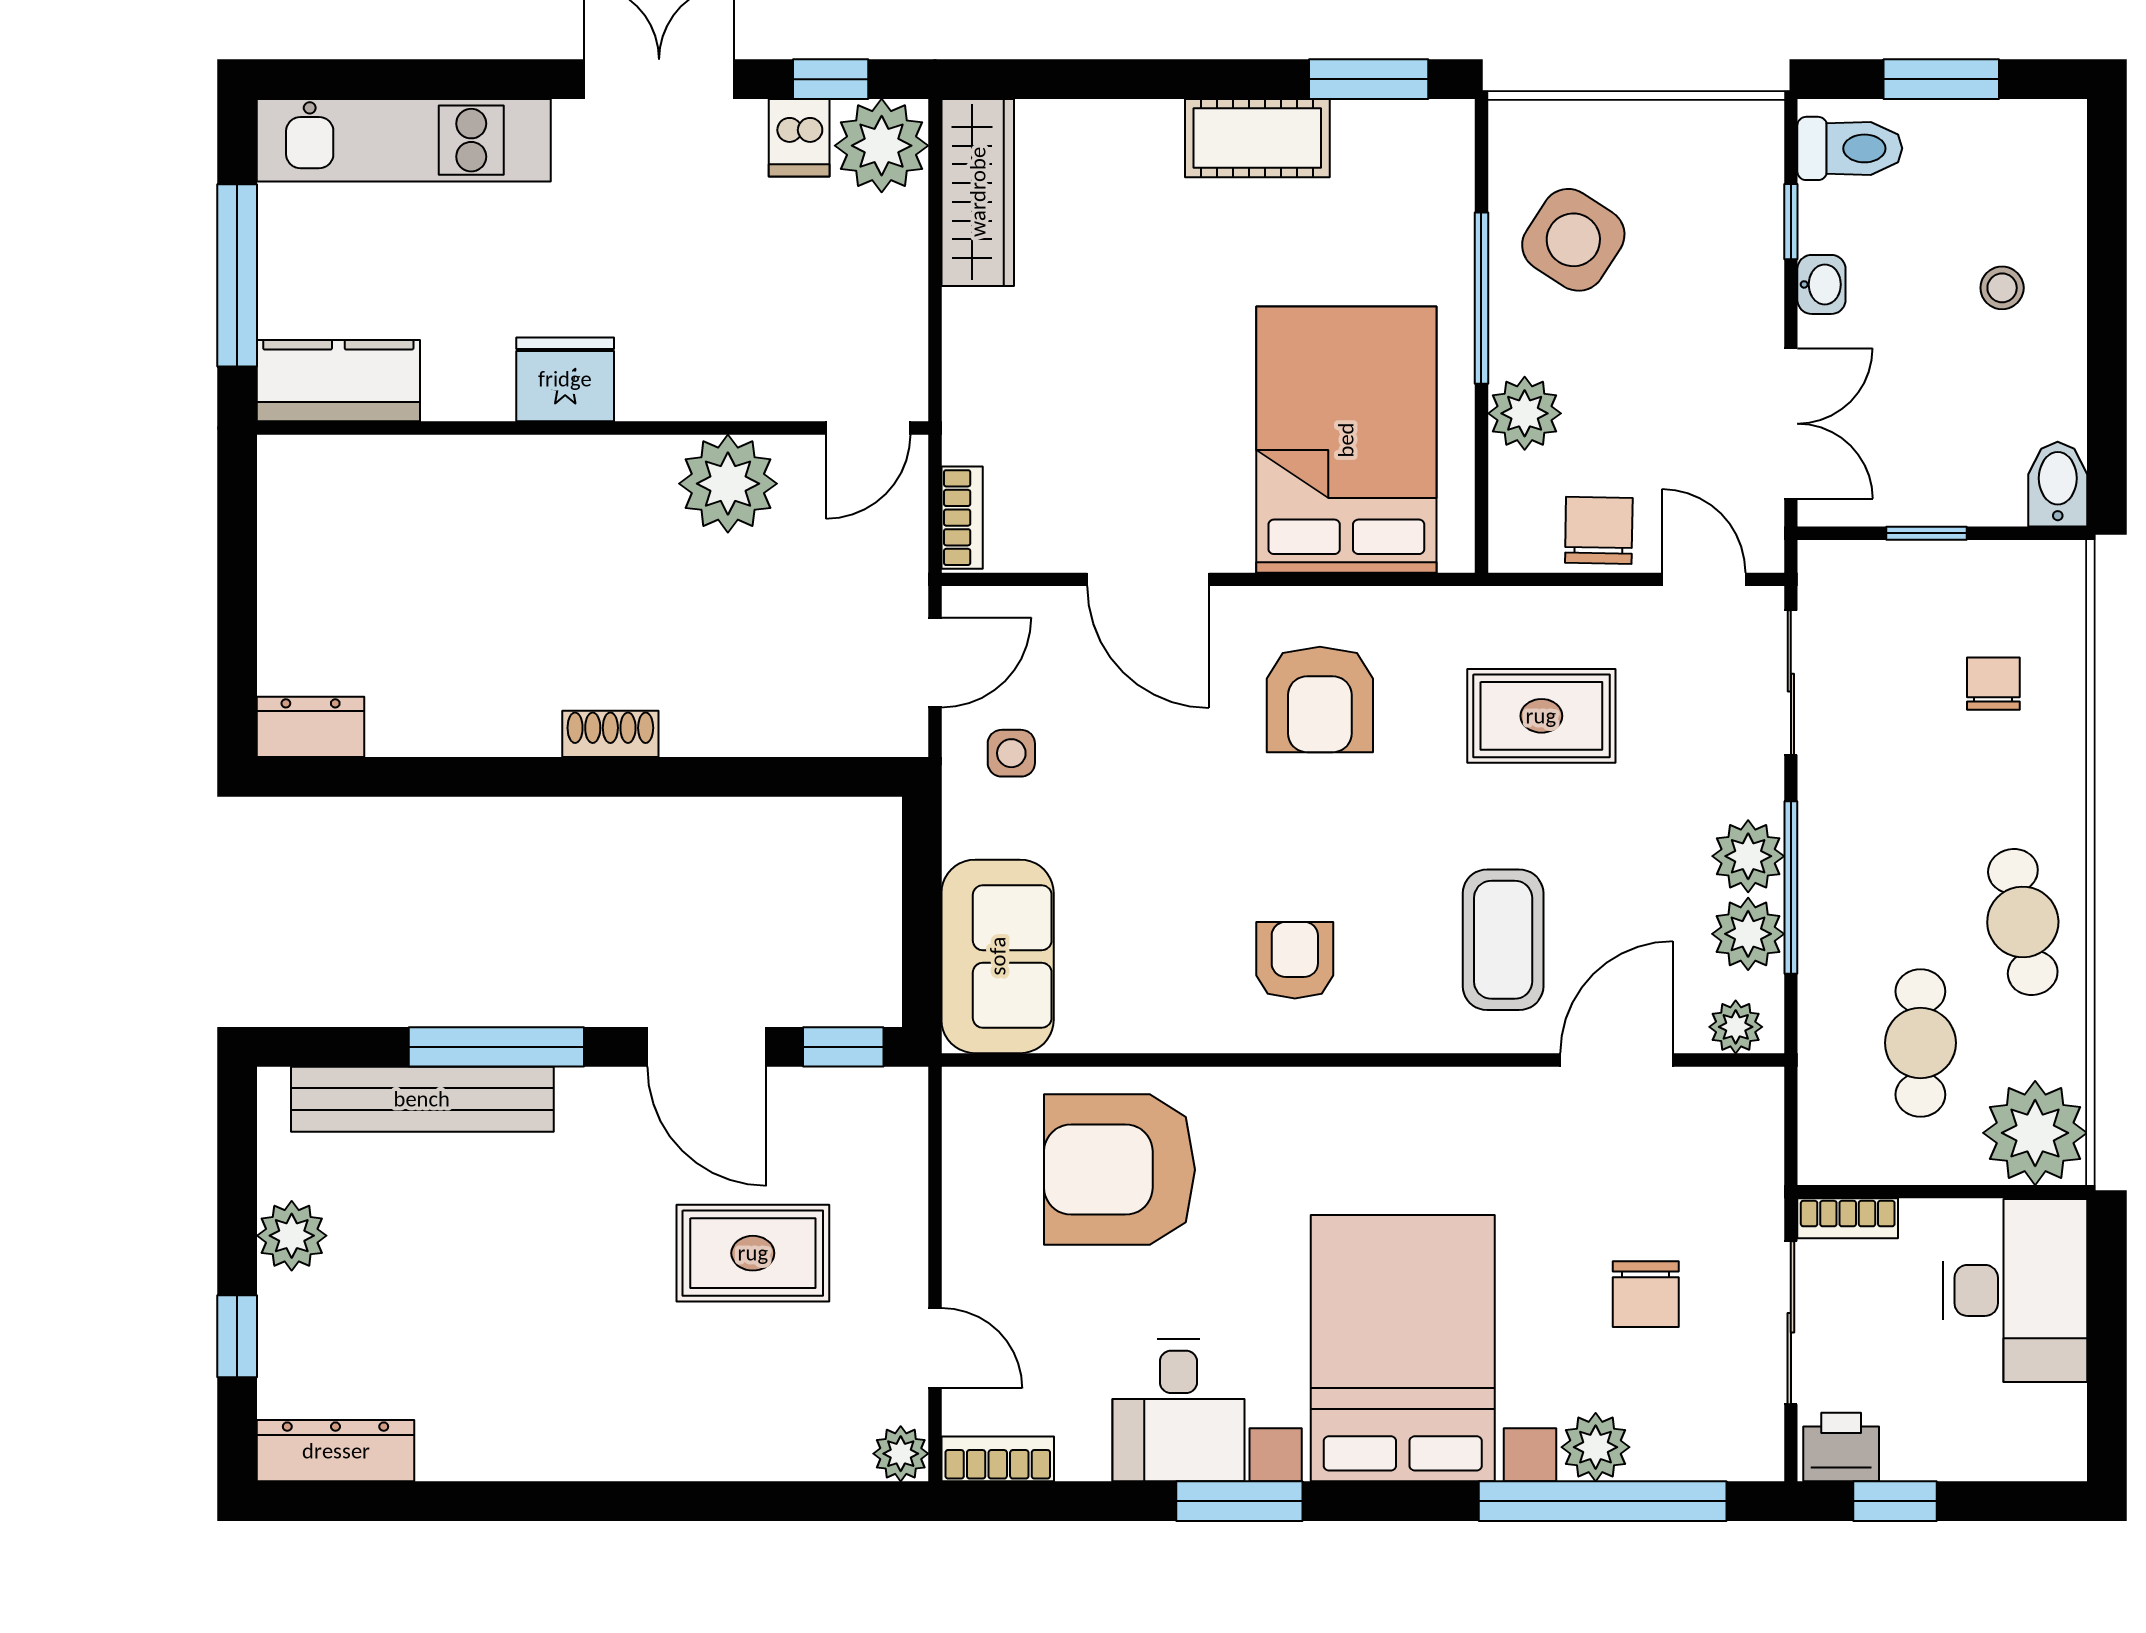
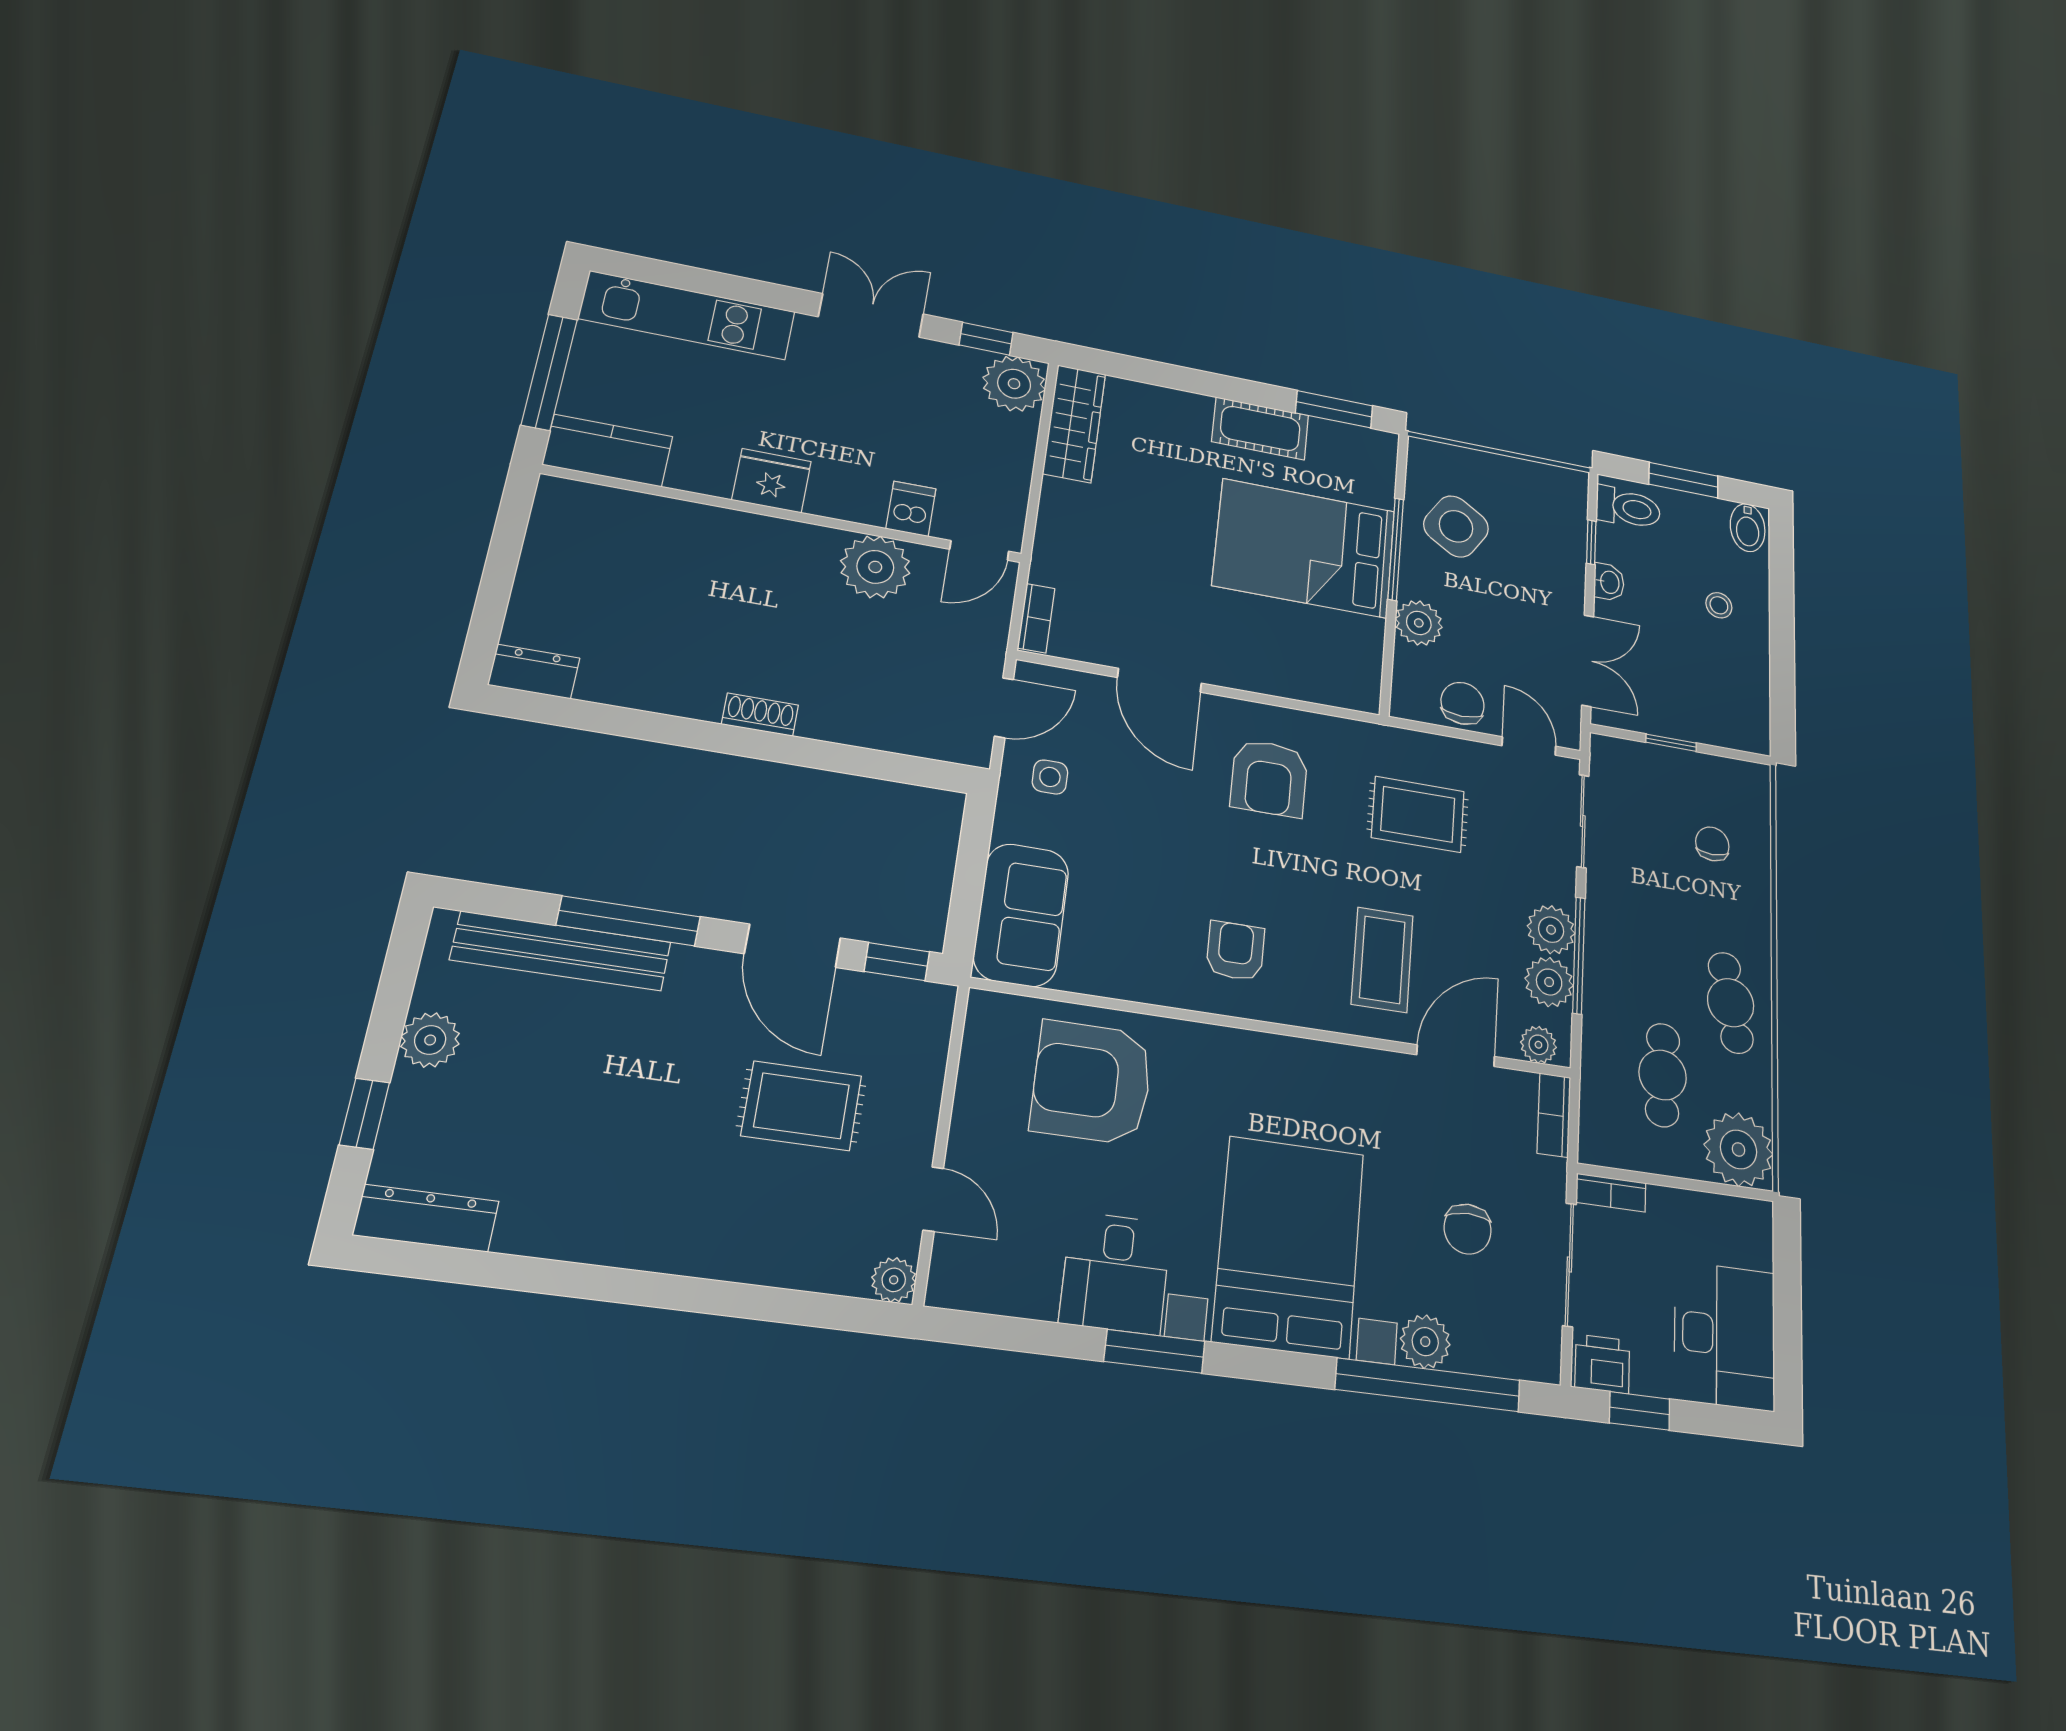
dishwasher: (799, 138) -> (911, 509), moved, turned 180
bed: (1346, 440) -> (1304, 548), moved, turned -90
bidet: (2058, 484) -> (1748, 528), moved, turned 180
desk: (2015, 1290) -> (1725, 1336), moved
bookcase: (998, 1459) -> (1554, 1115), moved, turned -90

